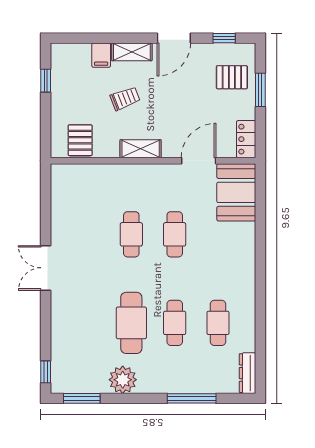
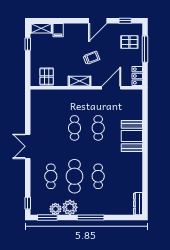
shelving: (132, 52) -> (41, 28), moved
window: (260, 90) -> (145, 49), width x1.44
trolley: (125, 98) -> (91, 58), moved
booth: (236, 192) -> (132, 136), moved
cafe table: (218, 323) -> (51, 176), moved
plant: (96, 383) -> (55, 209), added
window: (192, 398) -> (91, 218), moved

